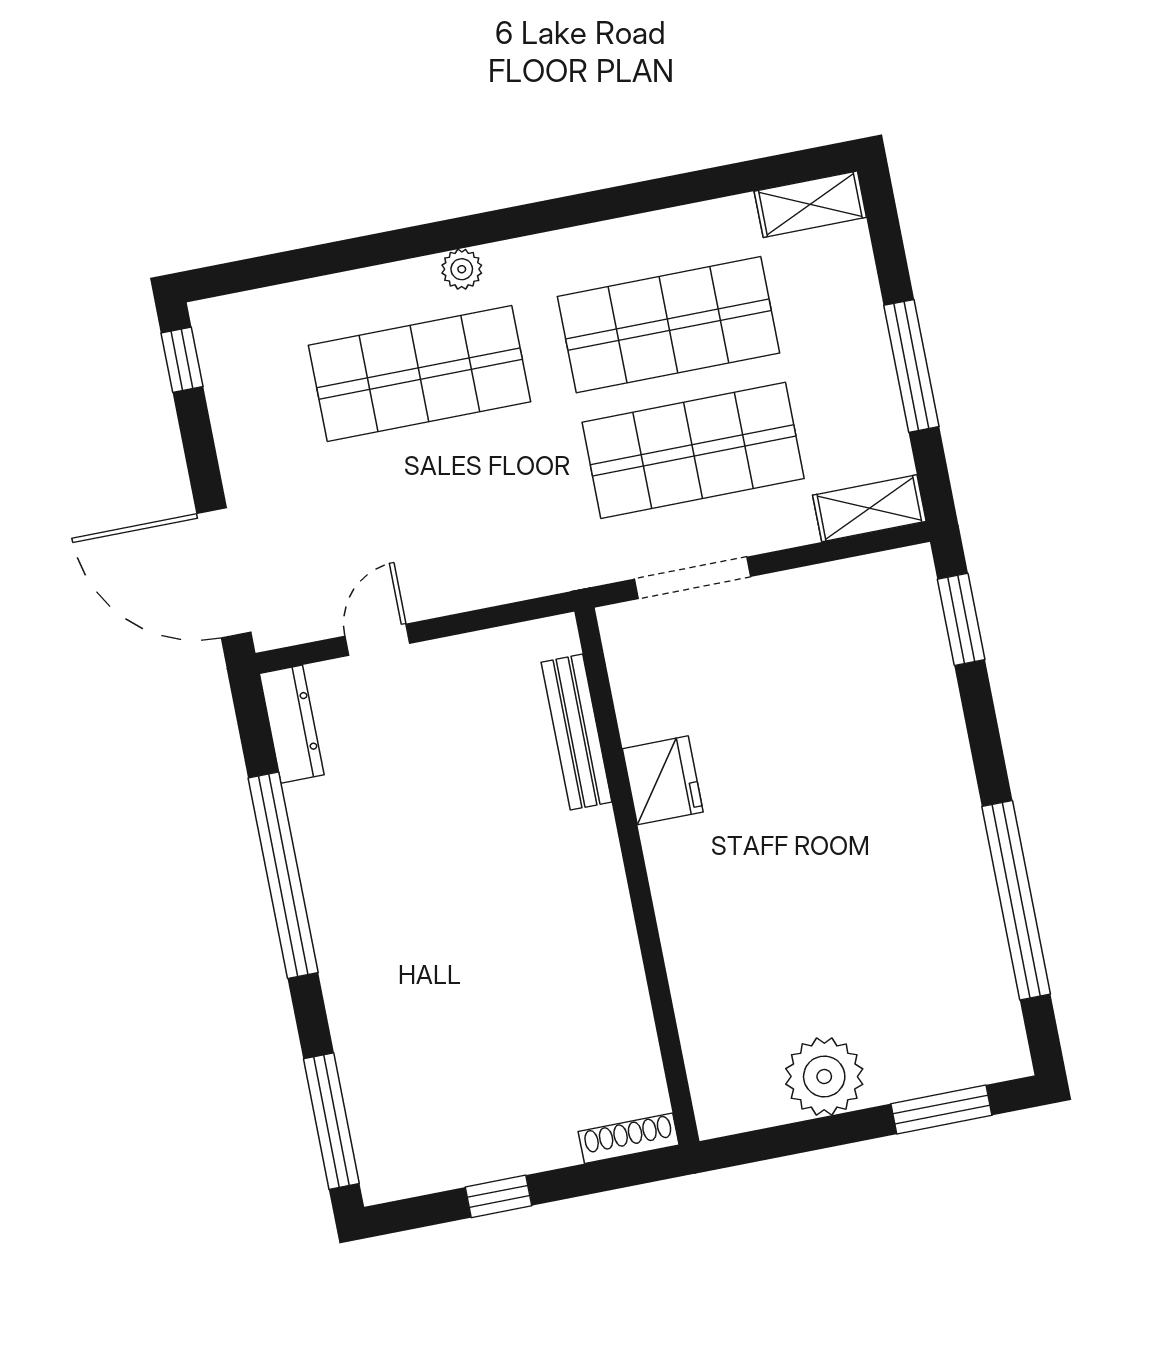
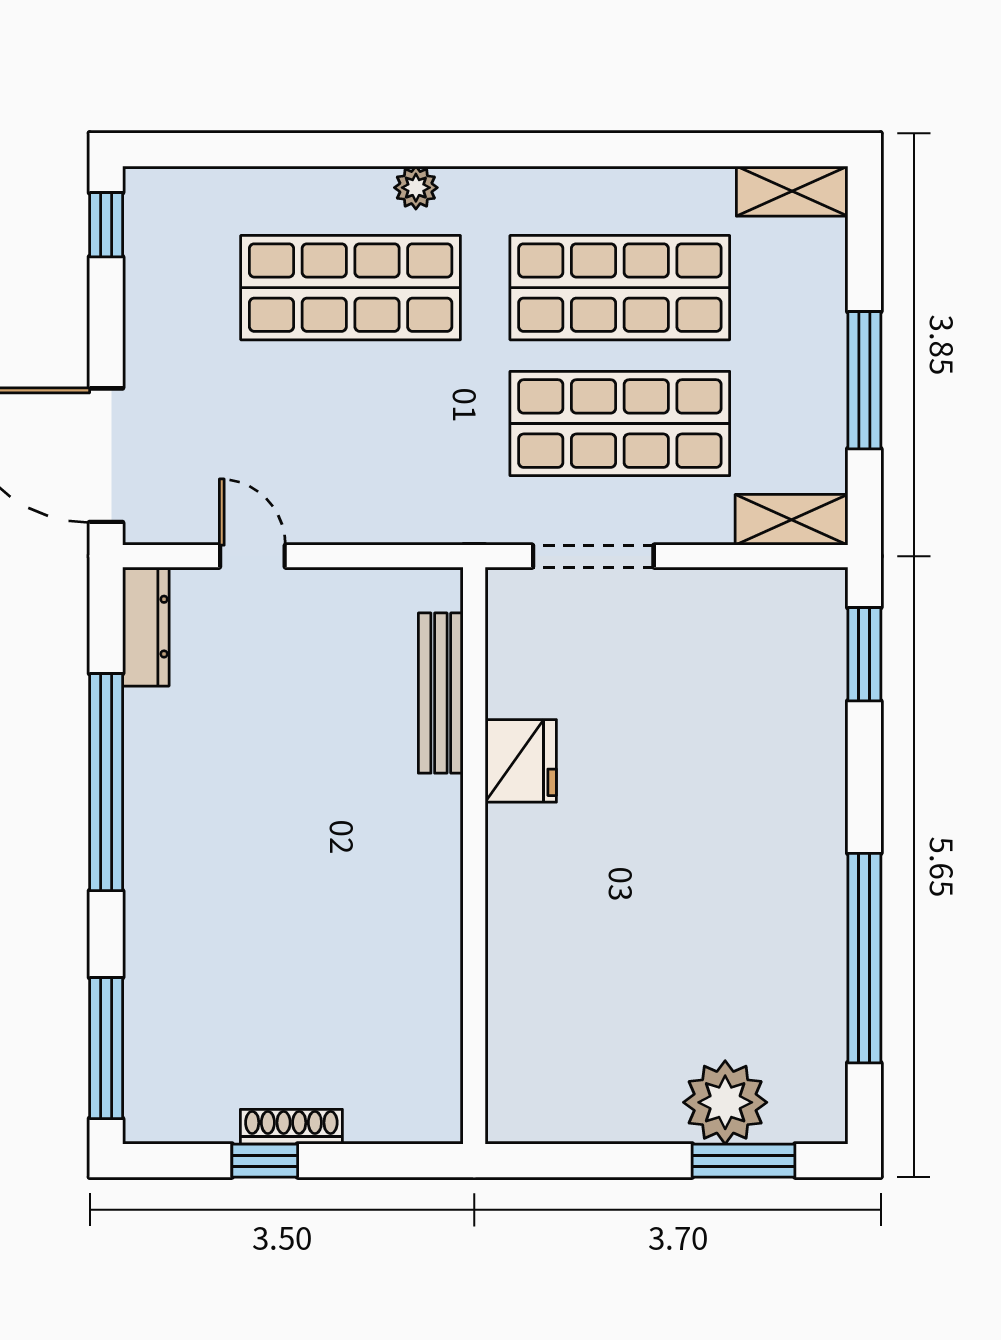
door: (377, 640) -> (252, 556), hinge flipped
plant: (824, 1076) -> (725, 1102), moved
shoe rack: (629, 1138) -> (291, 1127), moved

